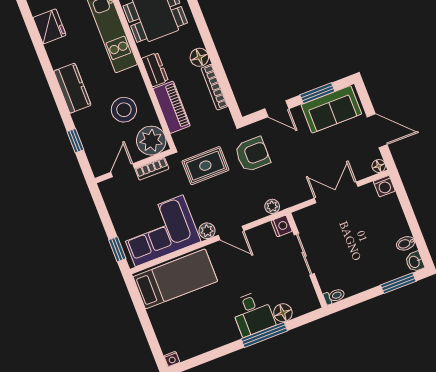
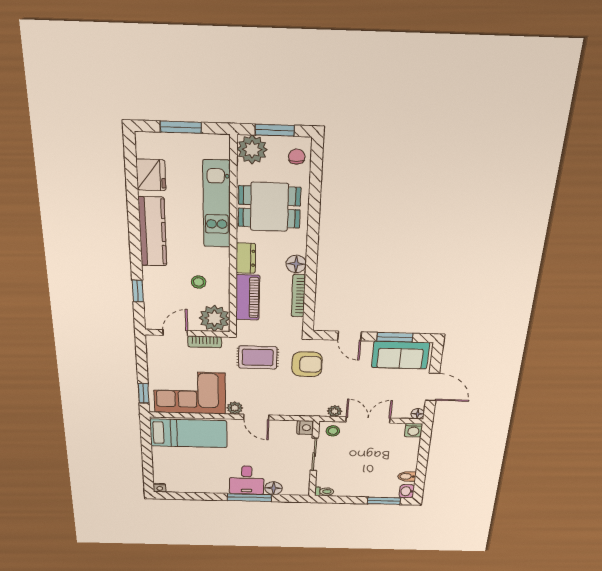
kitchen counter: (72, 88) -> (152, 232), width x1.50
stool: (124, 110) -> (199, 282), width x0.53, depth x0.53
plant: (272, 206) -> (335, 411), moved
stool: (309, 219) -> (333, 431), added

